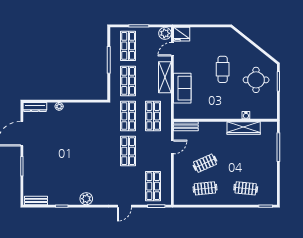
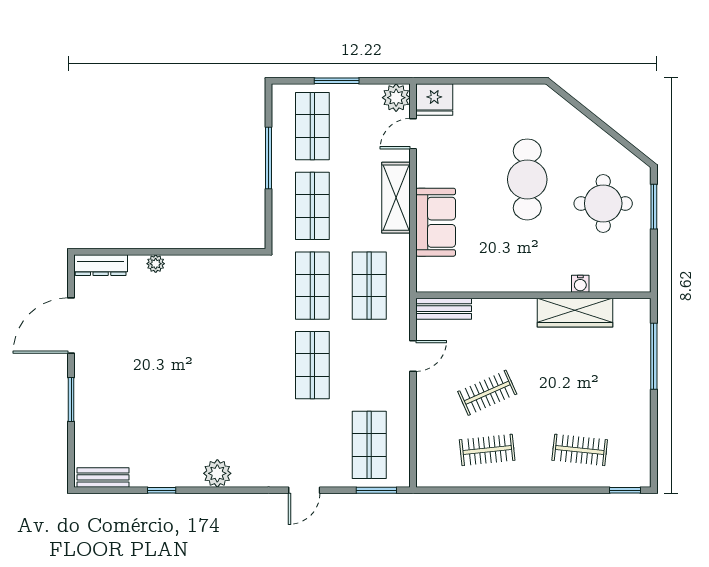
cafe table: (223, 69) -> (527, 179), width x1.37, depth x1.35

